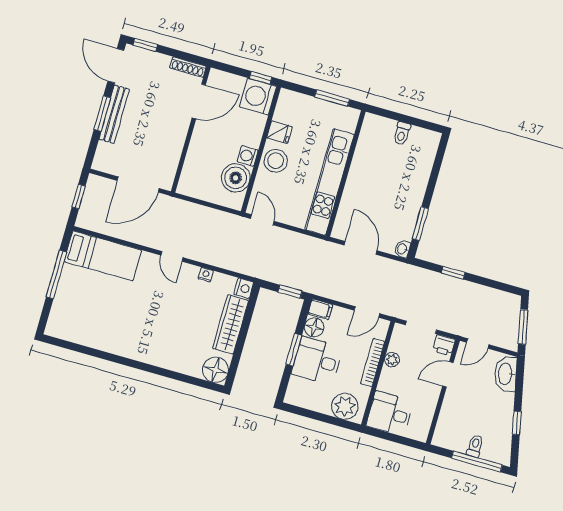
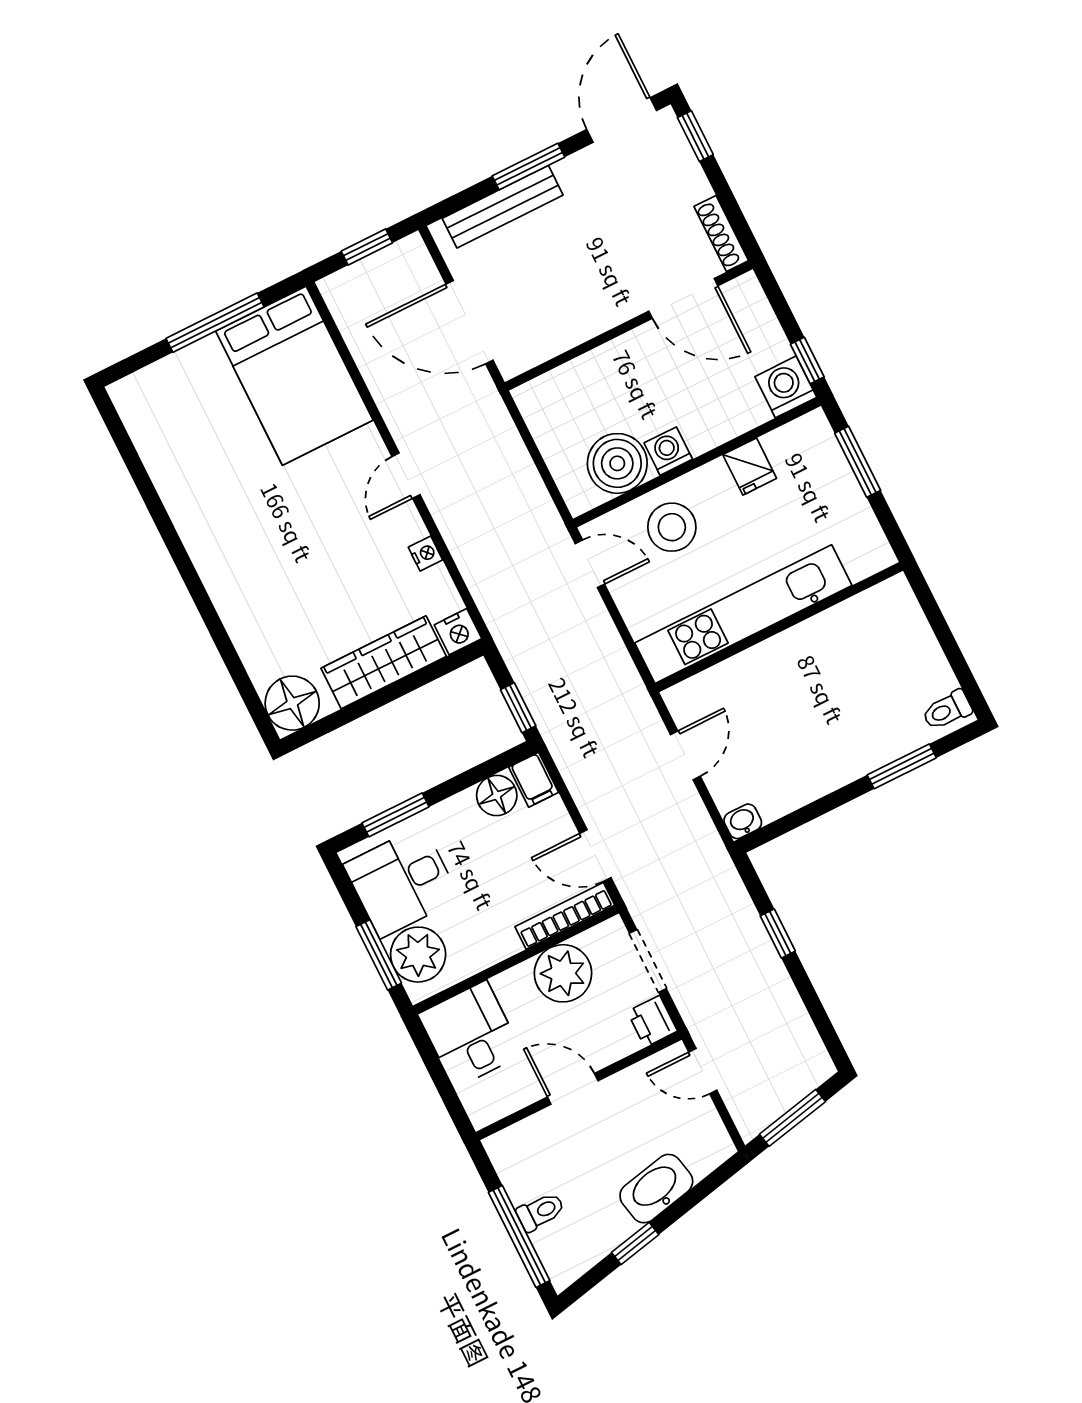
washing machine: (258, 97) -> (786, 387), width x0.73, depth x0.73
window: (332, 98) -> (858, 462), moved
bench: (114, 114) -> (503, 207), moved
toilet: (402, 133) -> (947, 710), moved
stool: (276, 161) -> (672, 527), moved
door: (262, 220) -> (590, 564), hinge flipped
window: (420, 224) -> (902, 766), moved
door: (361, 248) -> (685, 755), width x0.73
bed: (103, 256) -> (294, 376), width x1.50
window: (294, 350) -> (395, 815), moved
plant: (392, 360) -> (563, 973), width x1.87, depth x1.87
desk: (317, 361) -> (402, 882), moved, turned -90
bookcase: (373, 362) -> (565, 916), moved
door: (448, 374) -> (573, 1089), moved
washbasin: (506, 374) -> (656, 1189), moved
window: (332, 420) -> (379, 955), added

